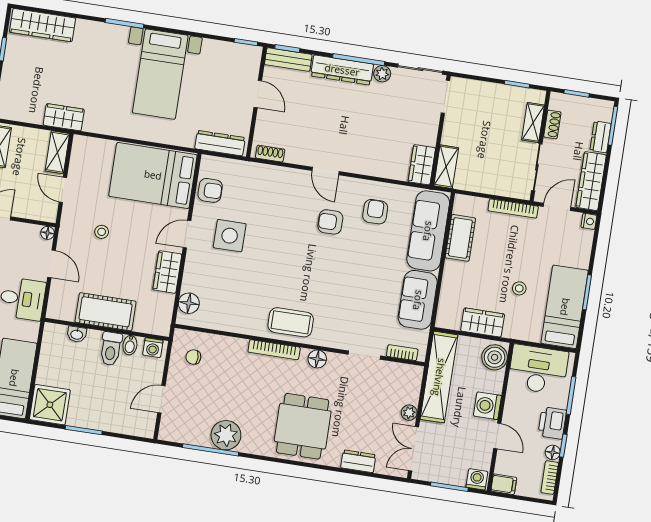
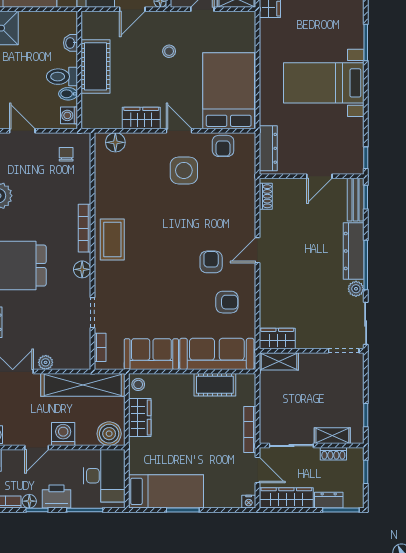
stool: (519, 288) -> (138, 384), moved

